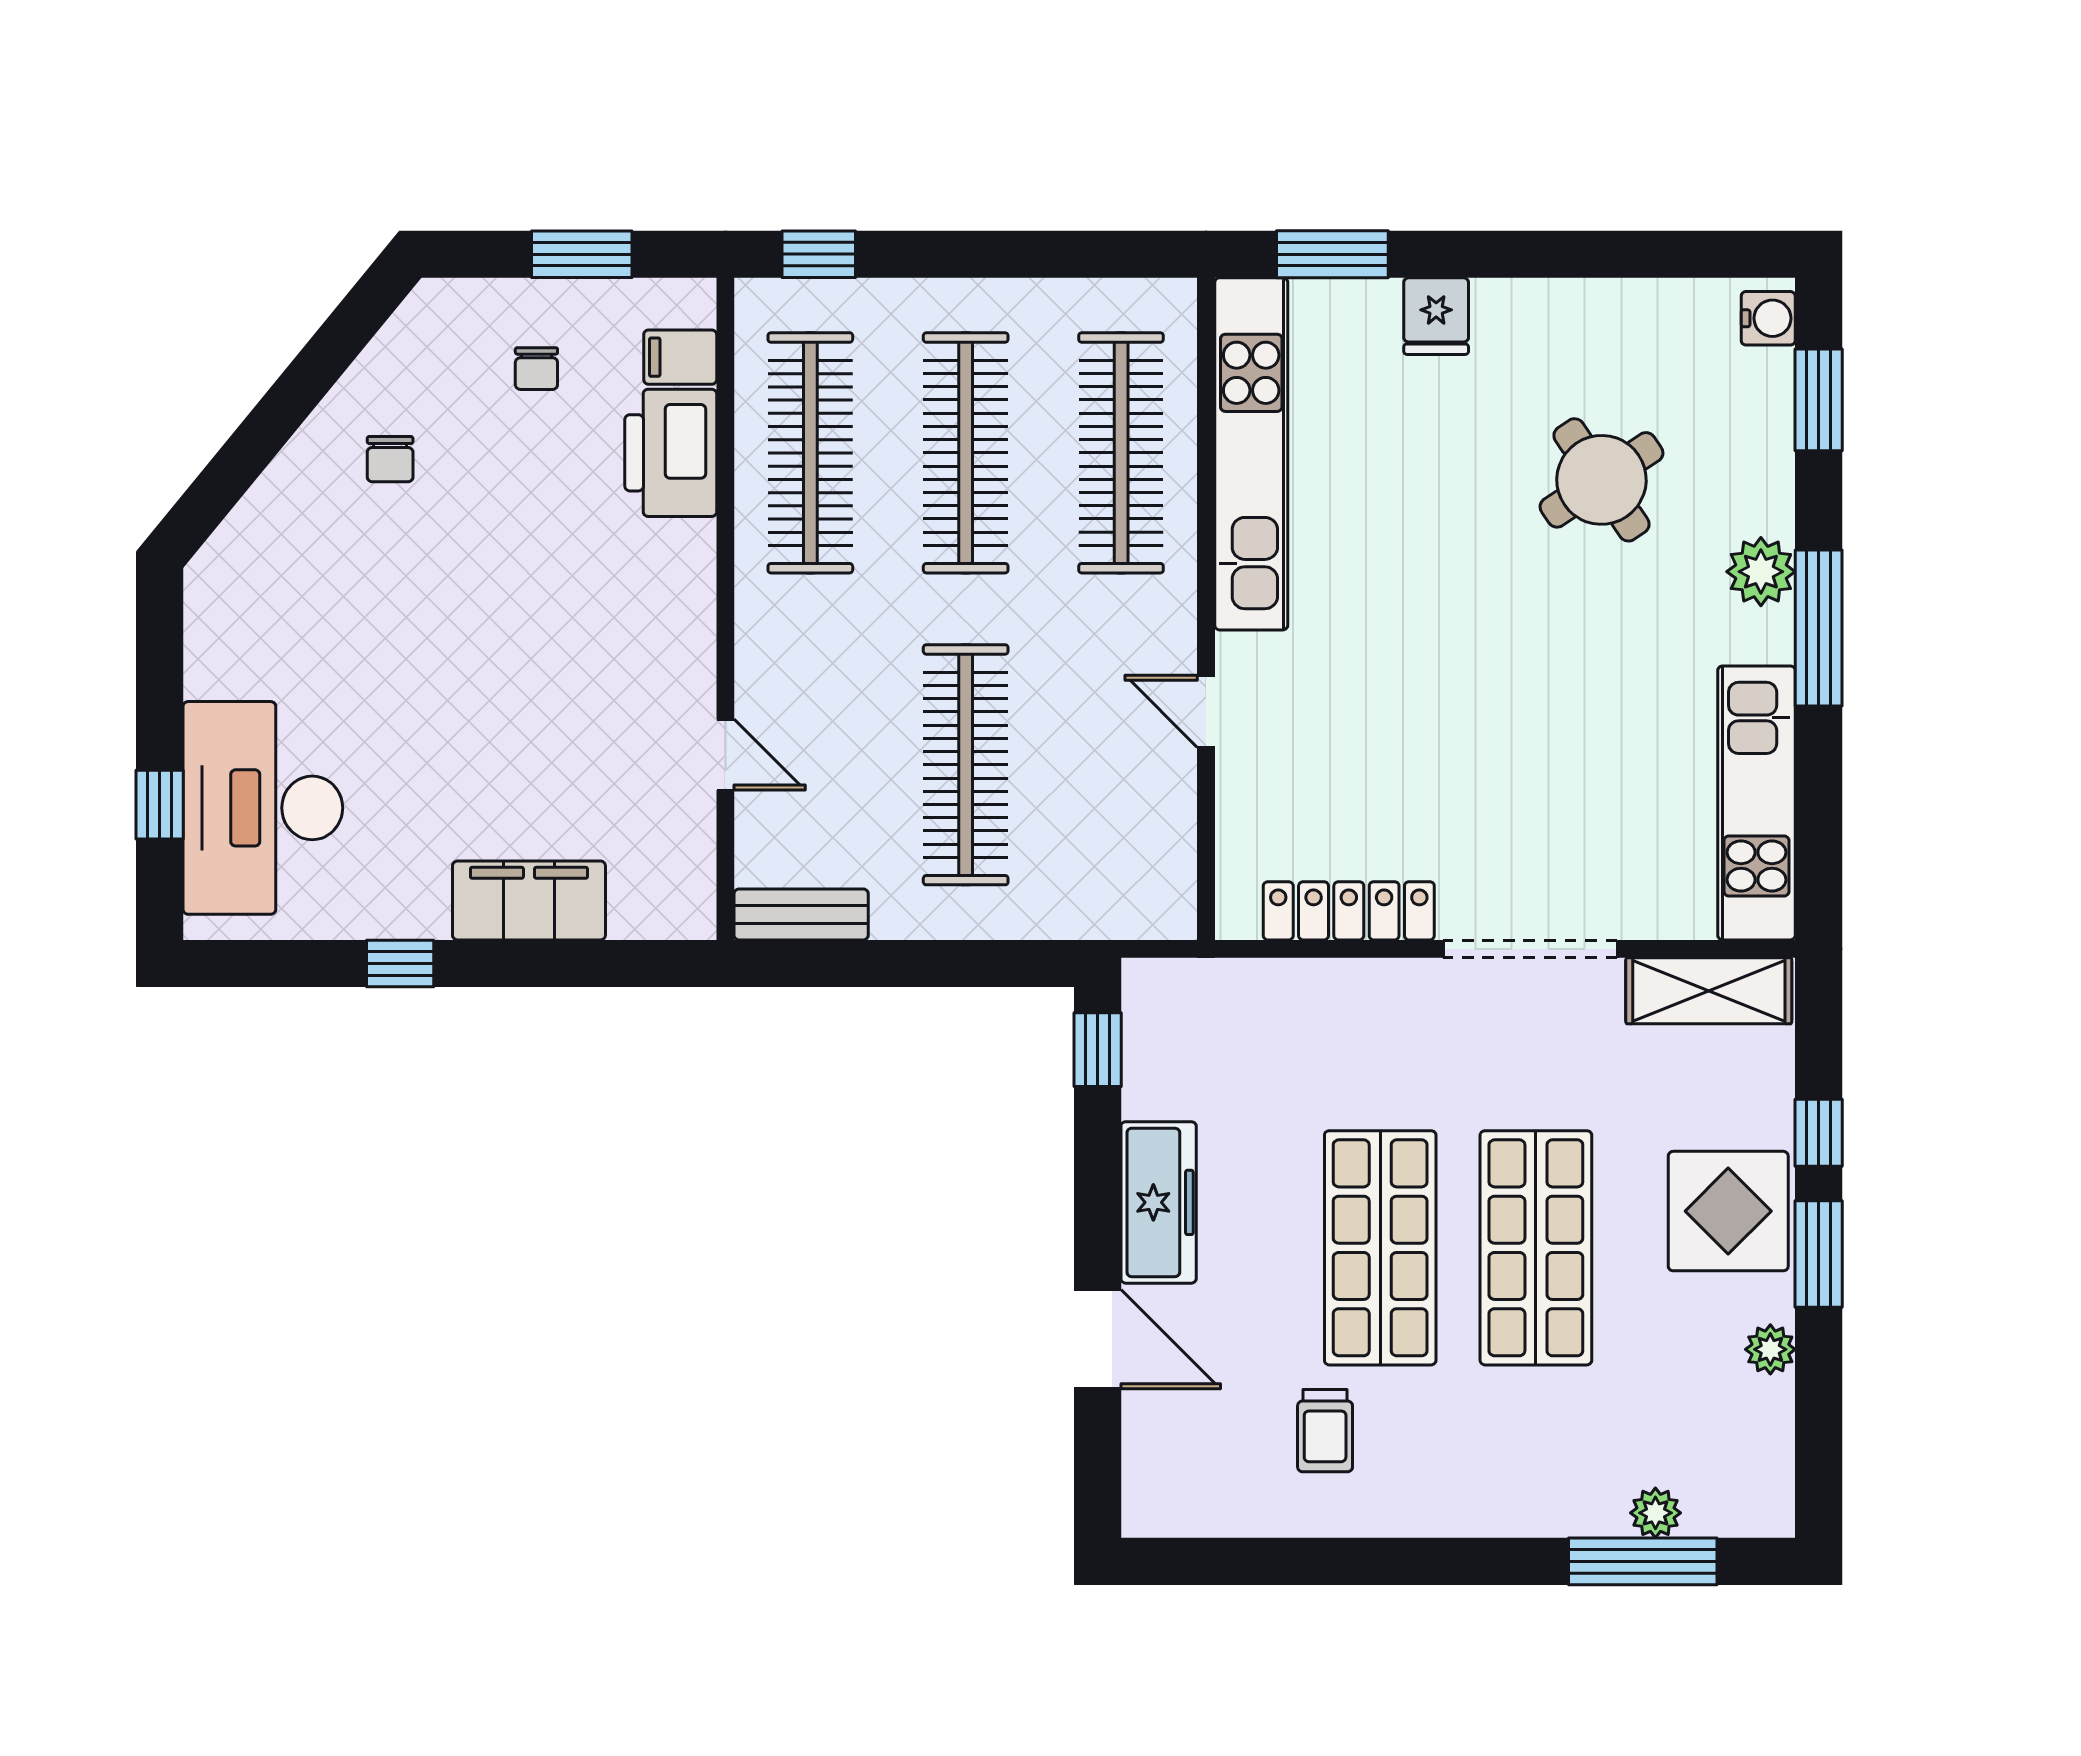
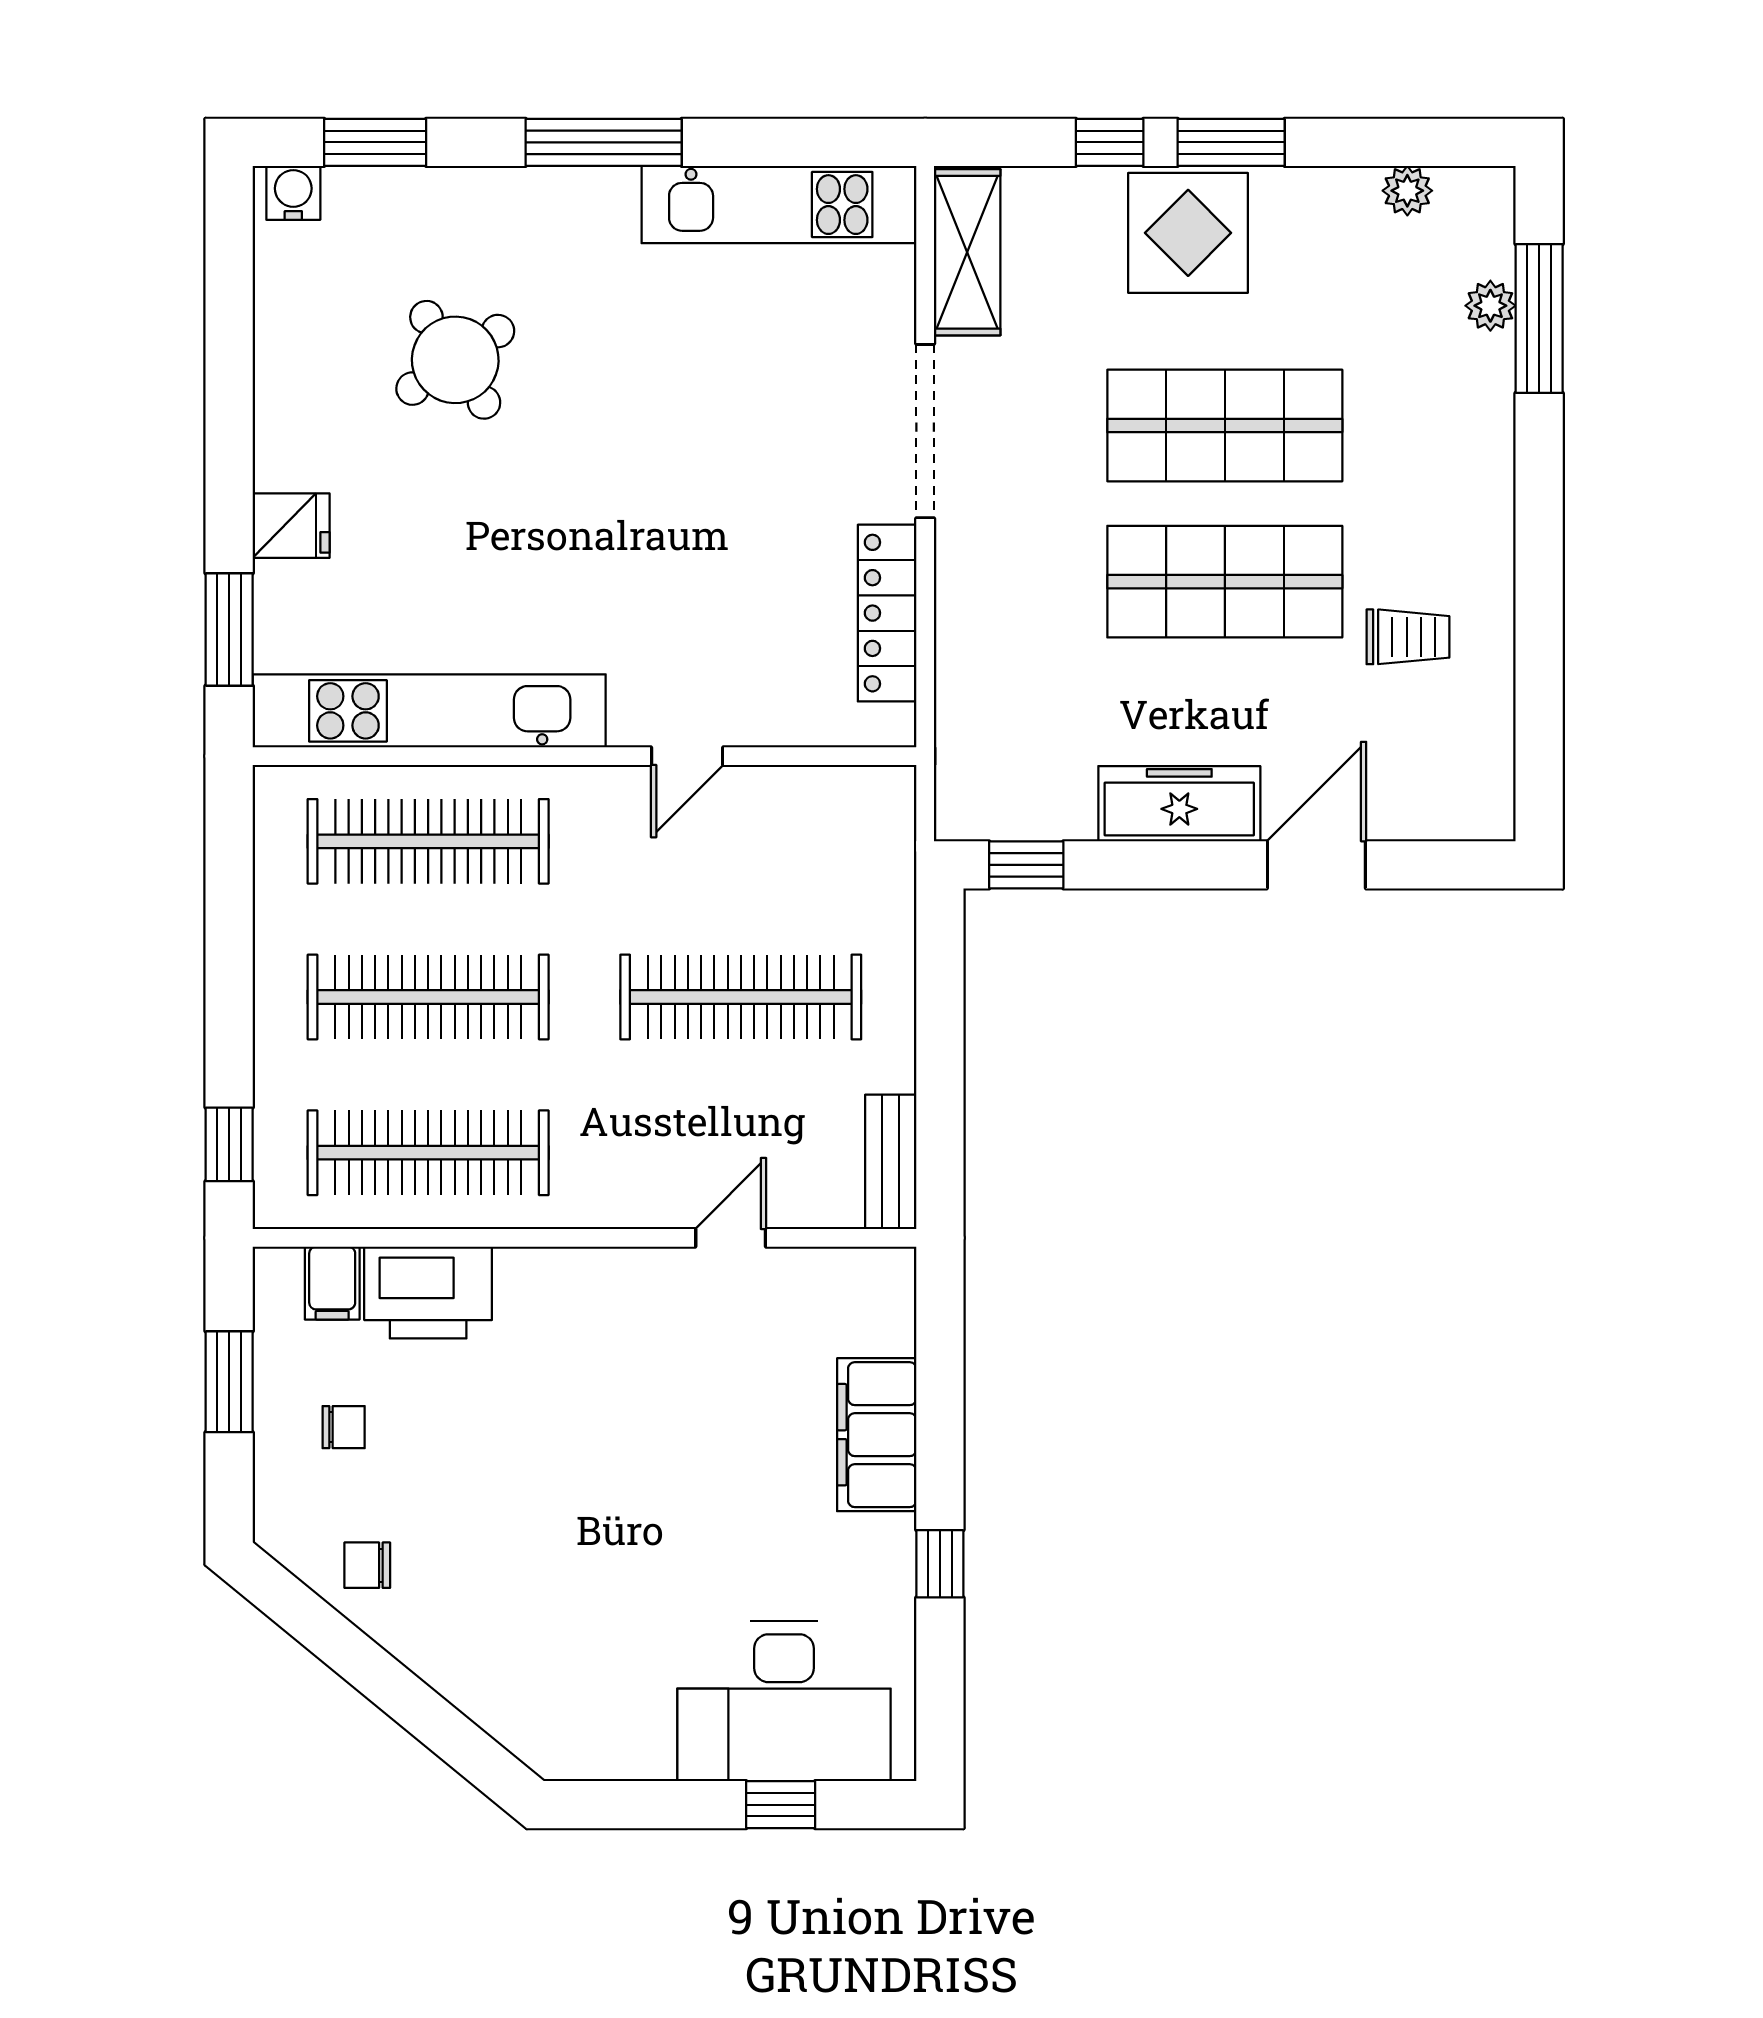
chair: (390, 459) -> (367, 1565), moved, turned 180
plant: (1761, 572) -> (547, 200), removed
plant: (1770, 1349) -> (1407, 191), moved

